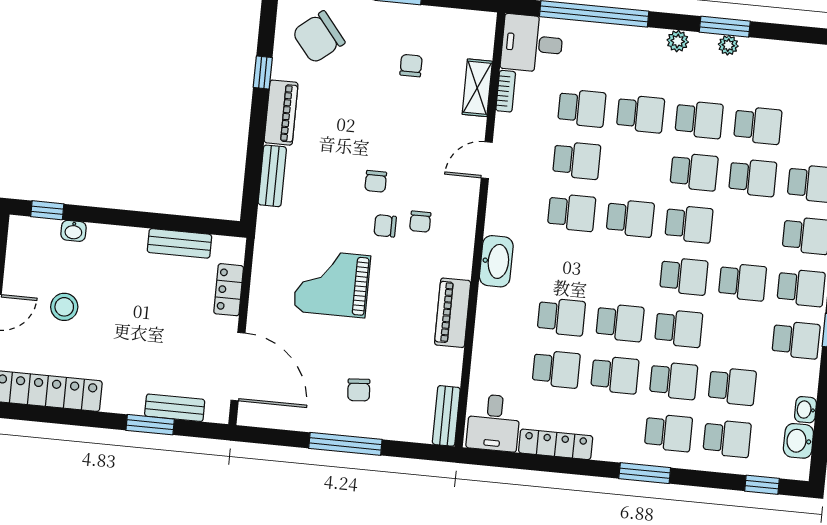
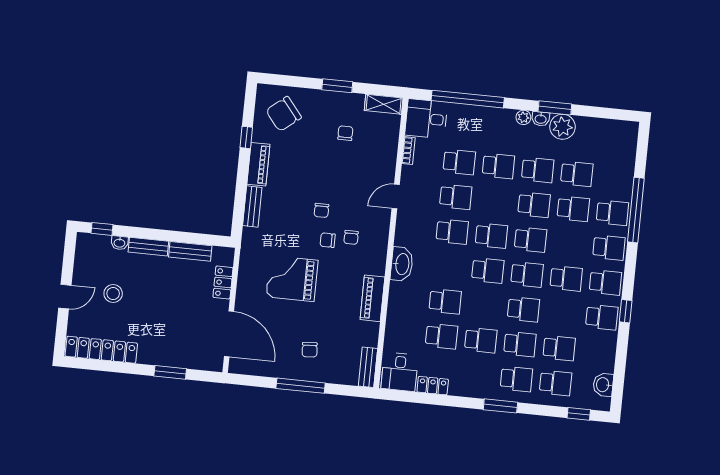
plant: (728, 45) -> (562, 127), width x1.88, depth x1.88
shelving: (477, 88) -> (384, 104), moved, turned 90
school desk: (620, 323) -> (488, 270), moved
bench: (175, 408) -> (148, 247), moved
washbasin: (805, 410) -> (541, 119), moved, turned -90
locker: (556, 444) -> (433, 386), width x0.66

